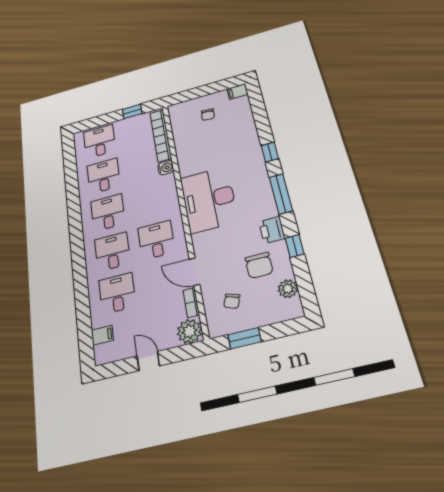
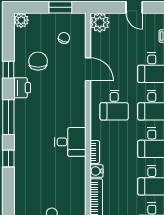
desk: (209, 200) -> (70, 142), width x0.53, depth x0.77
plant: (288, 289) -> (21, 20), moved
bookcase: (191, 303) -> (95, 152), moved

